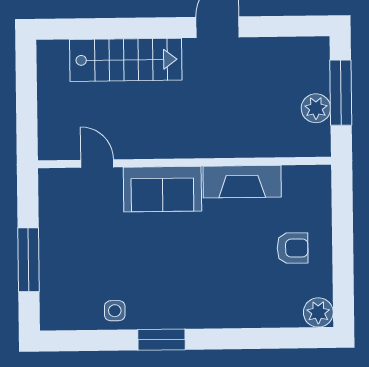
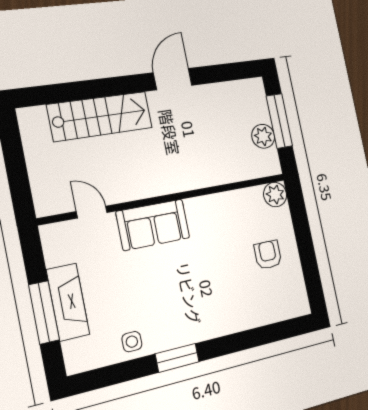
fireplace: (242, 182) -> (68, 302), moved, turned -90
armchair: (292, 248) -> (268, 255), turned -90
plant: (318, 312) -> (275, 194), moved

